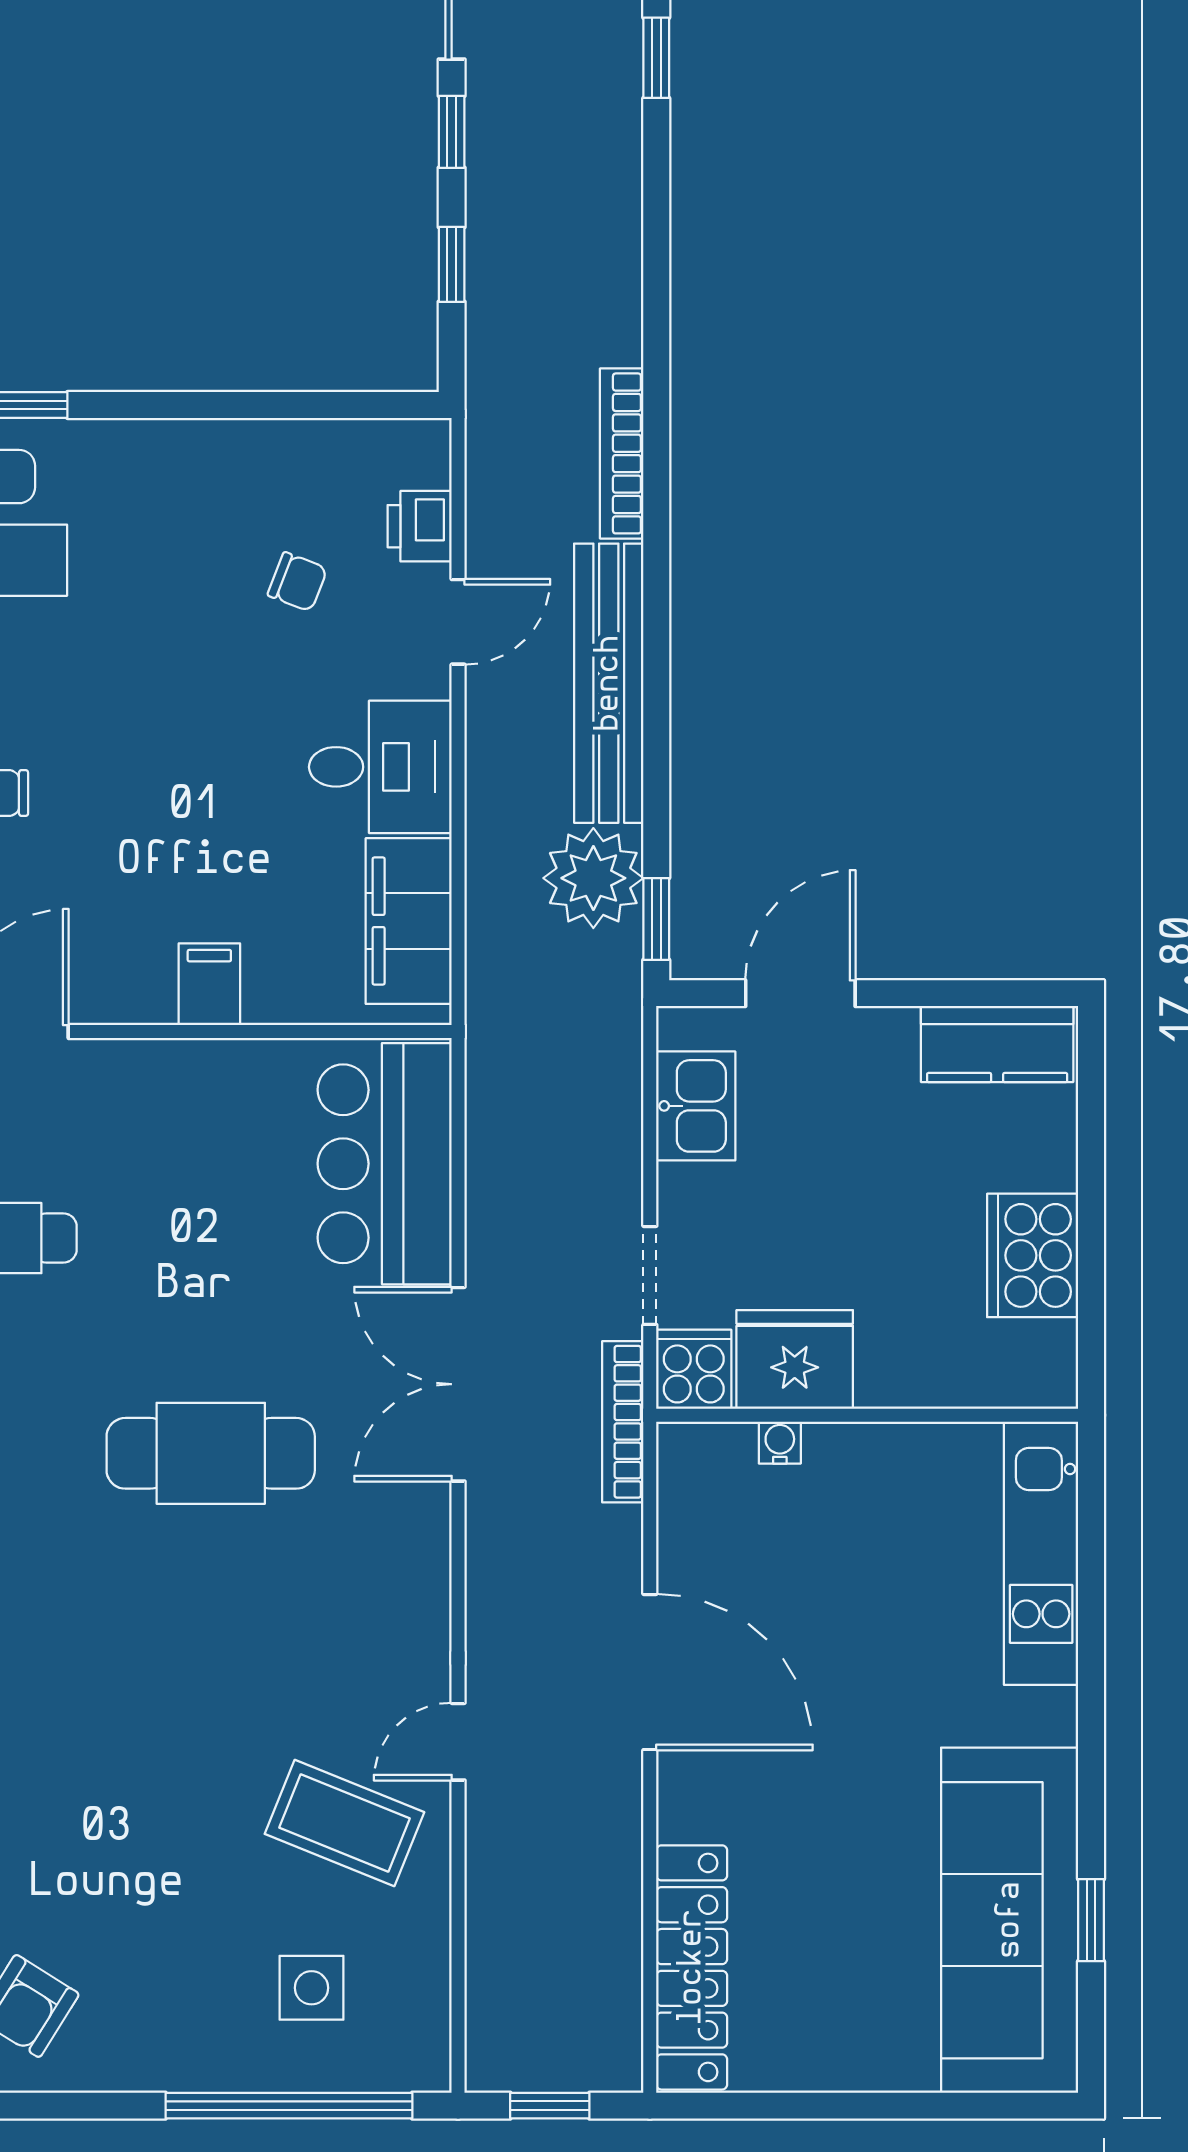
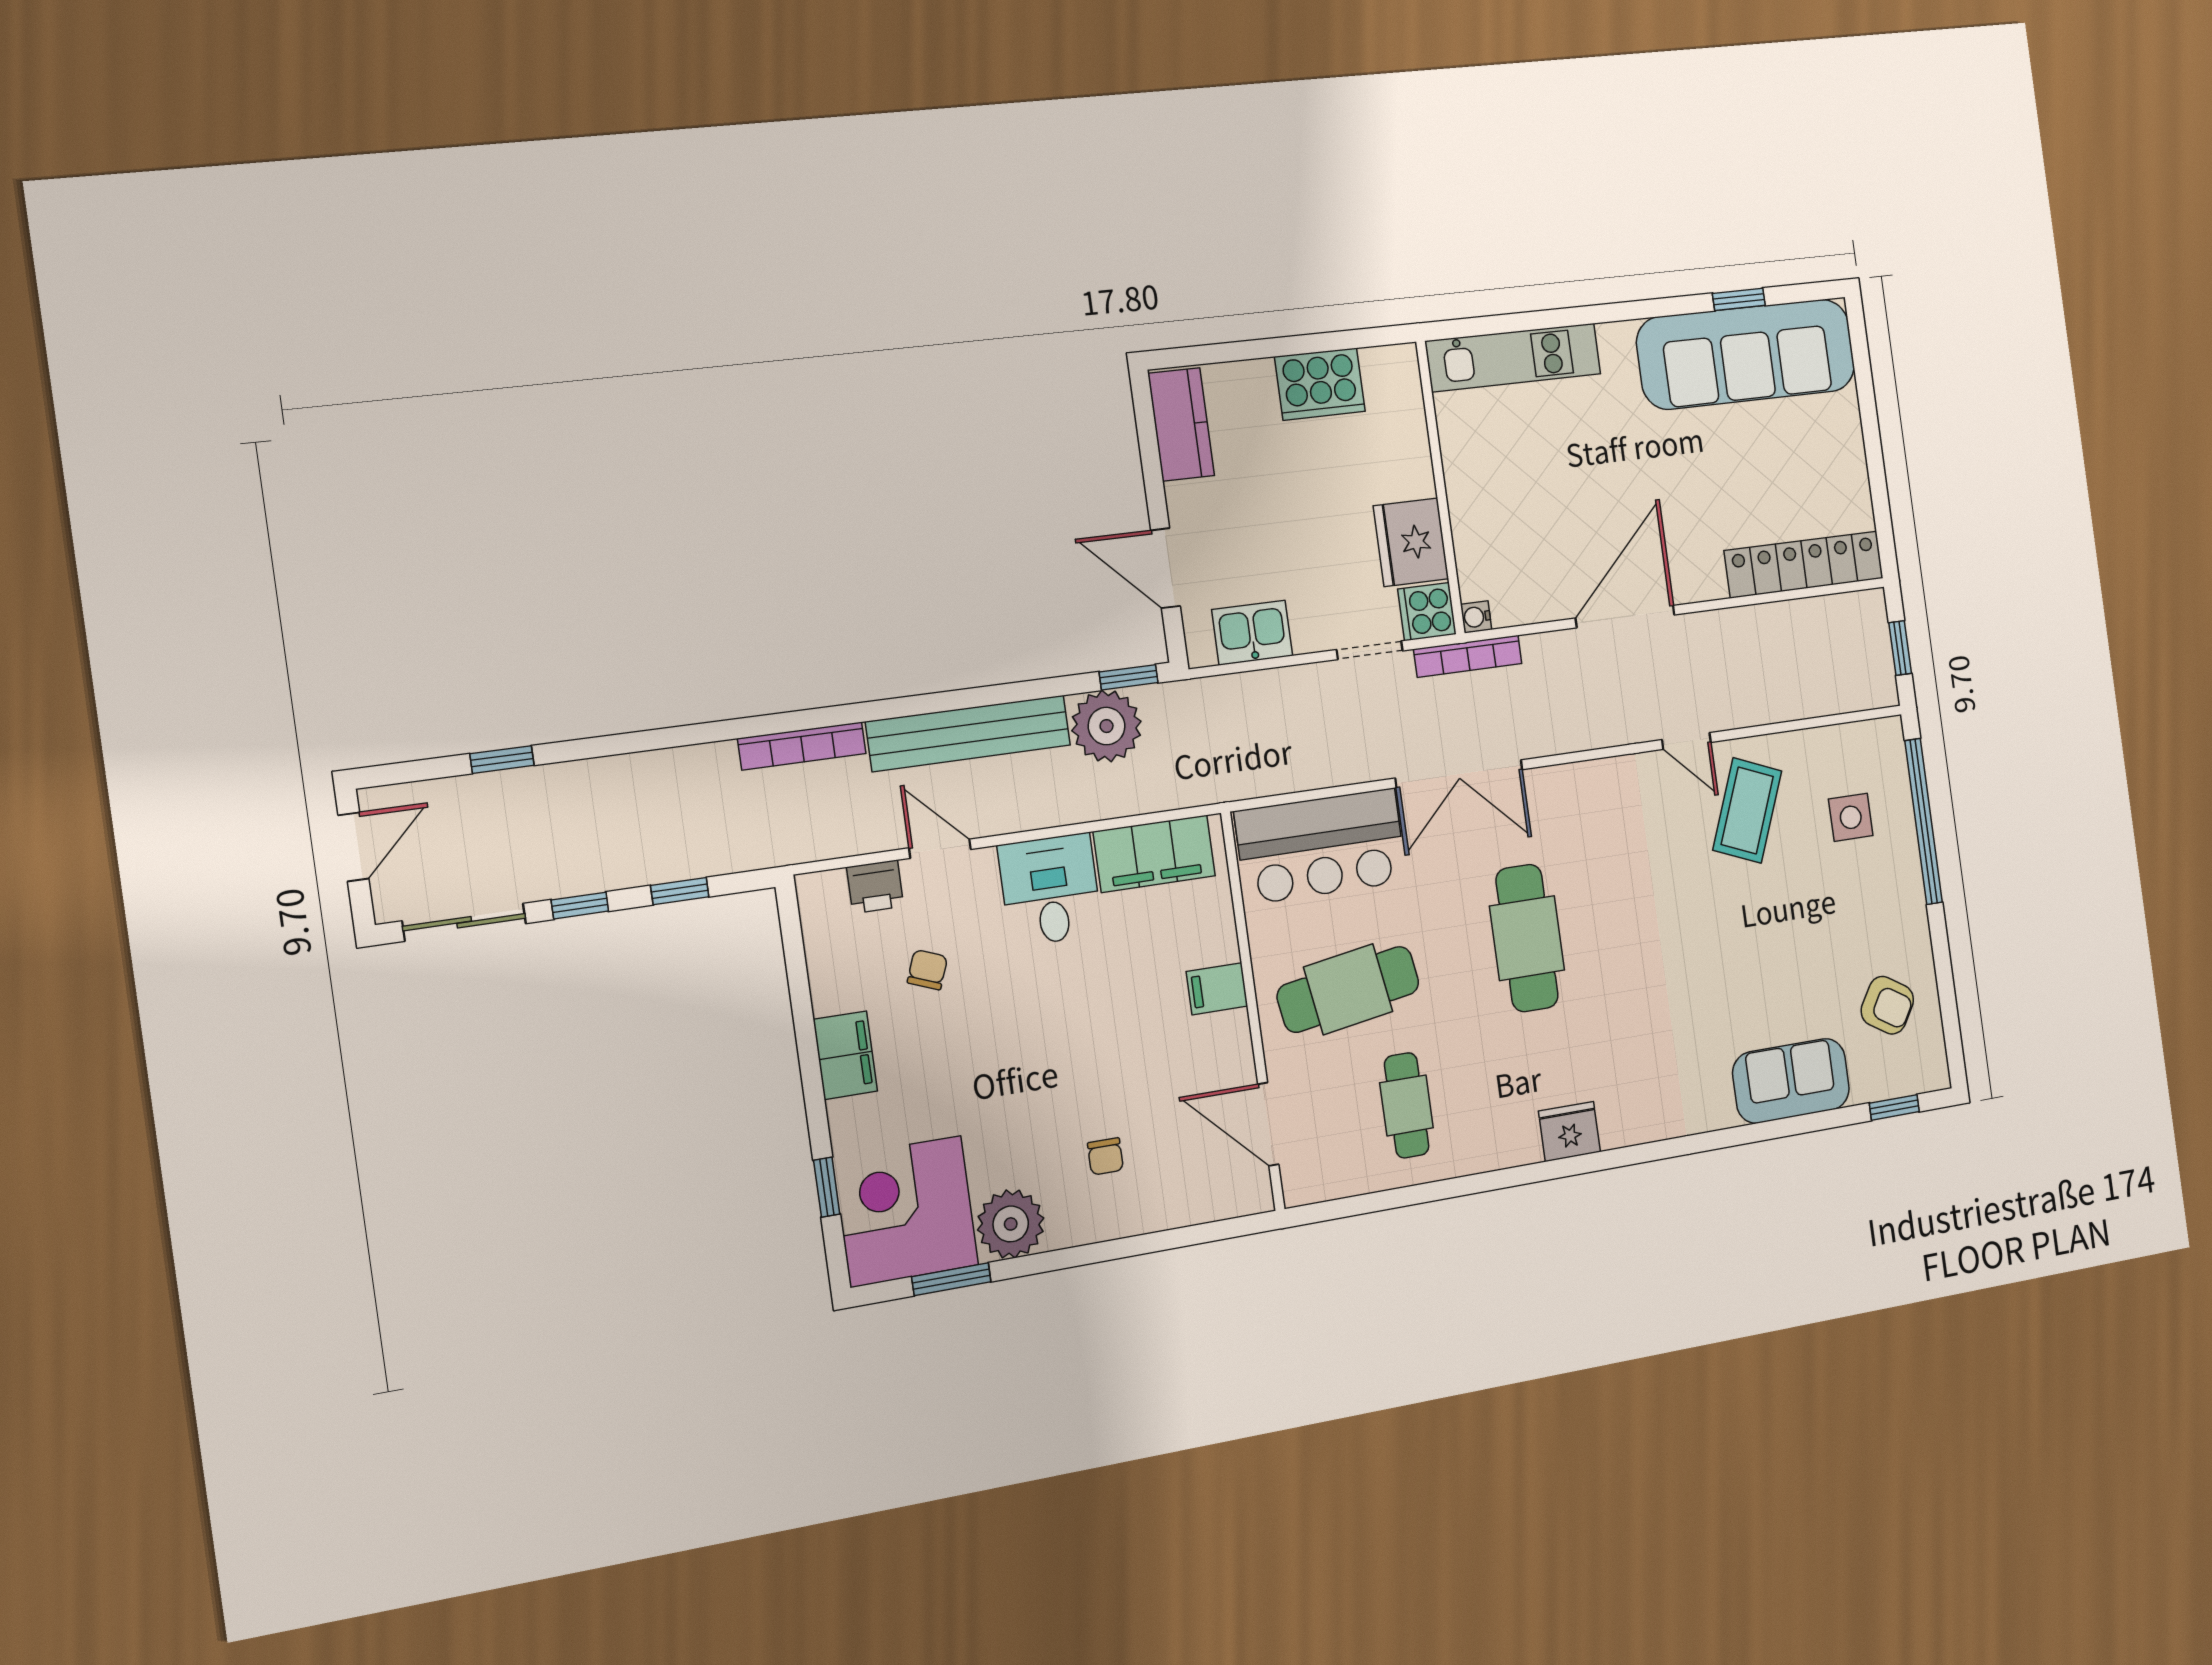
filing cabinet: (200, 454) -> (845, 1055), added
cafe table: (179, 1175) -> (1348, 989), added
water cooler: (780, 1443) -> (1476, 617), moved

